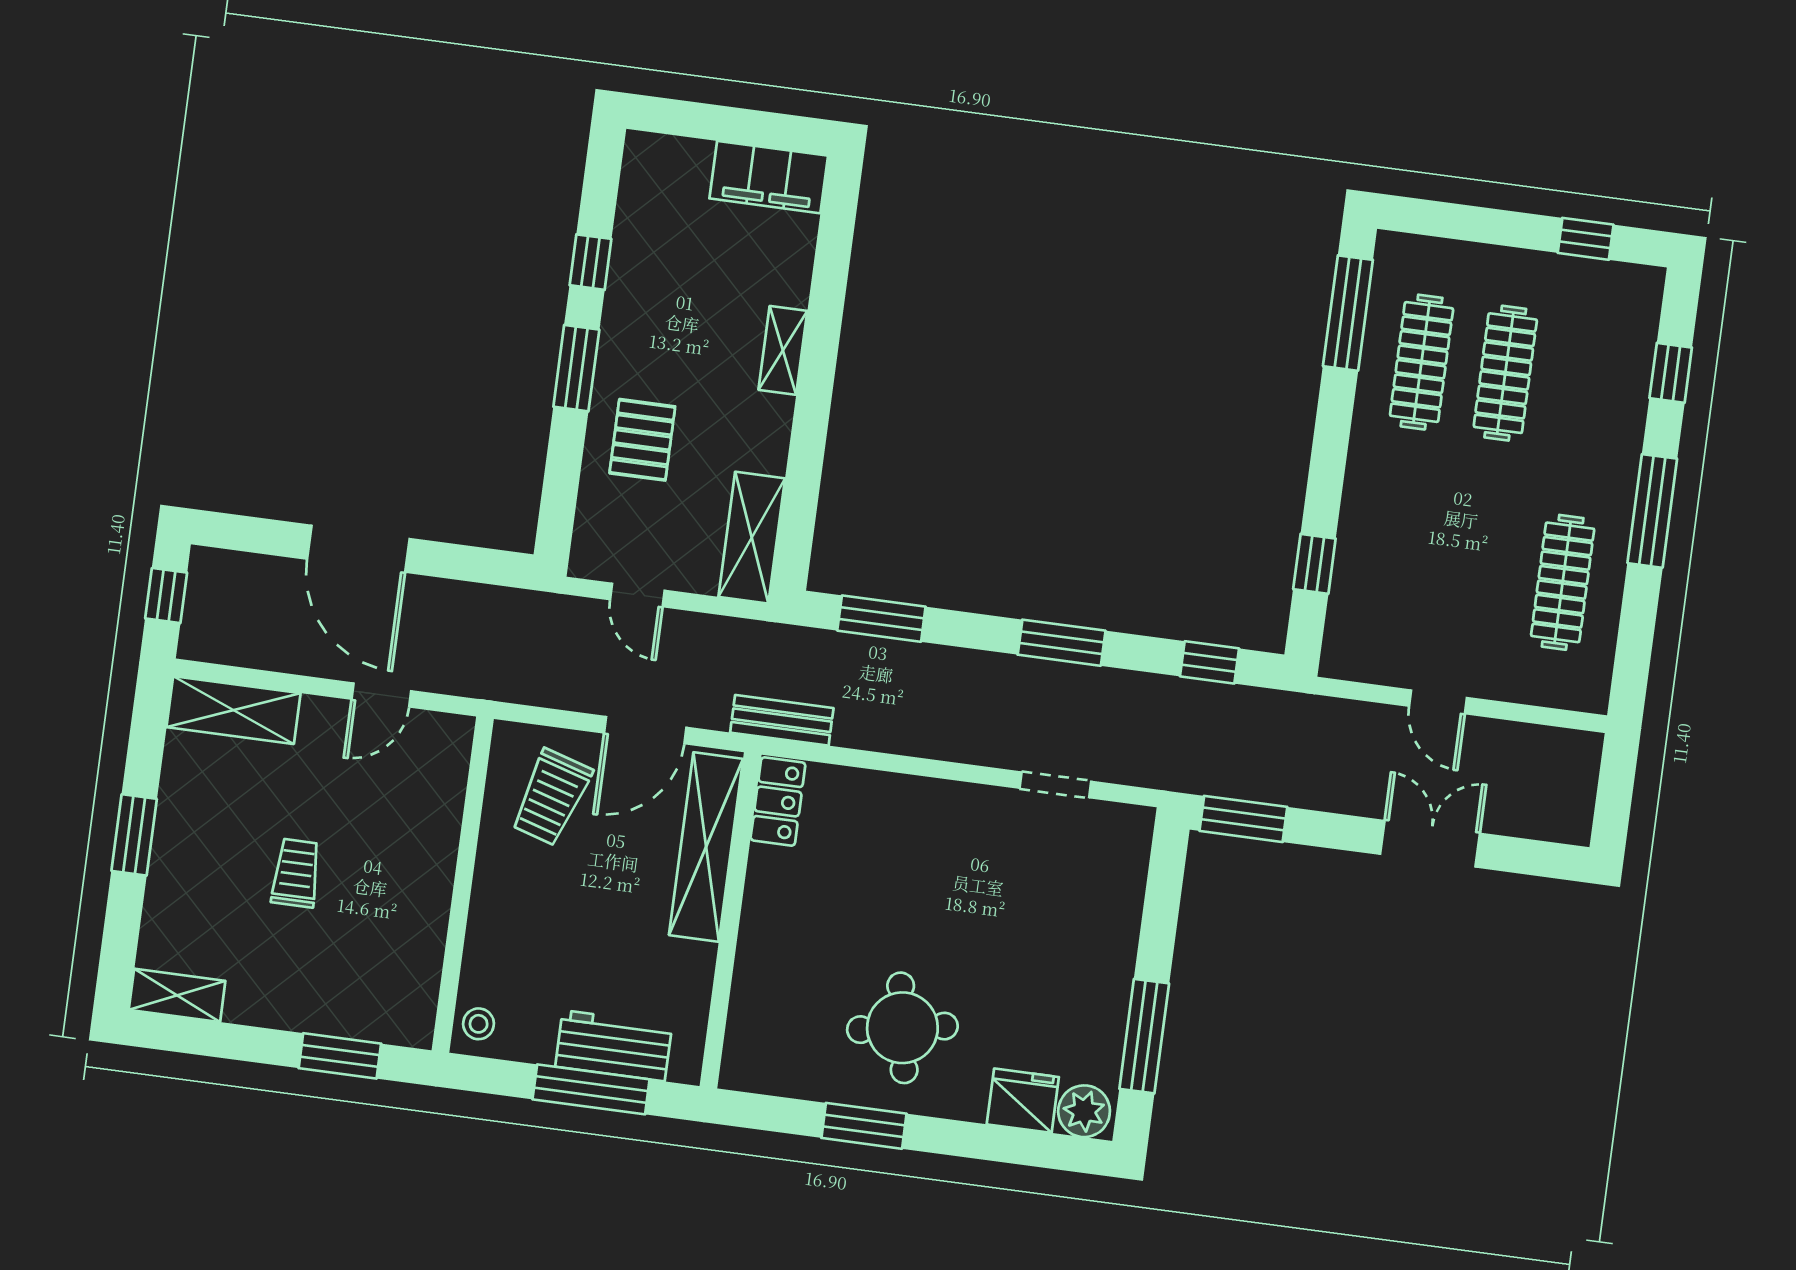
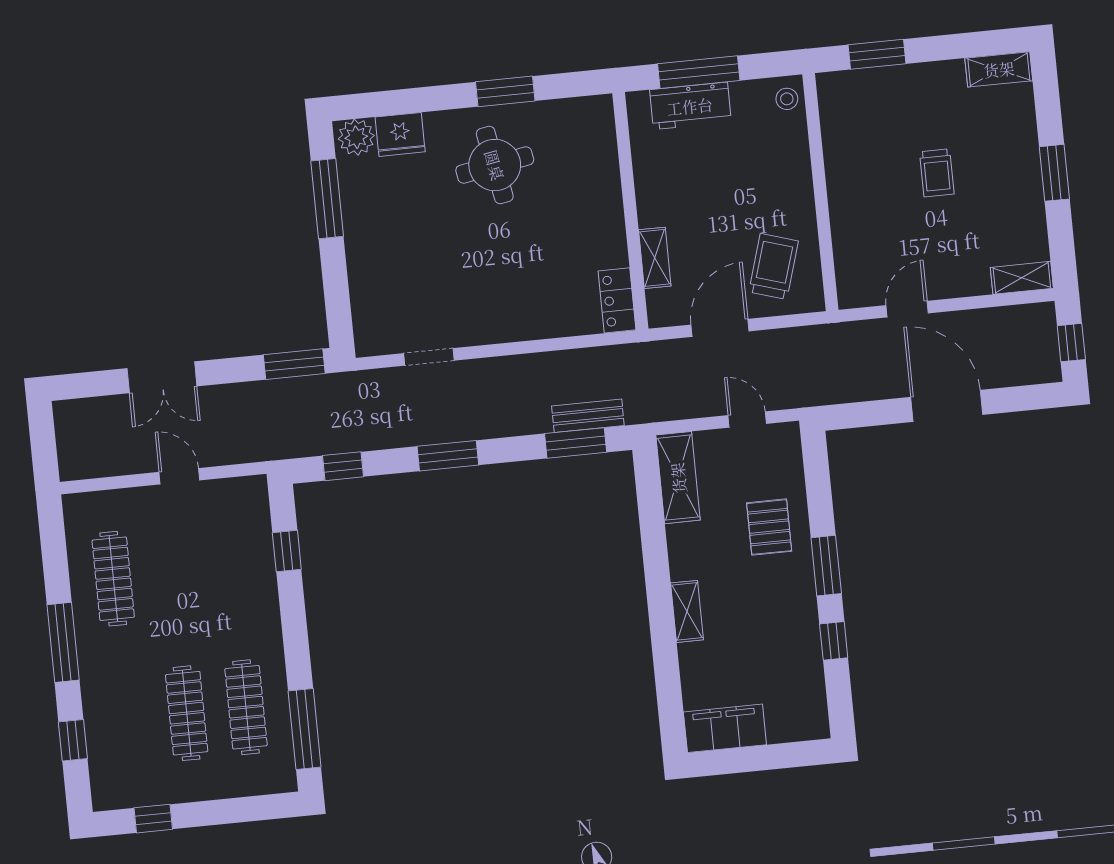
shelving: (233, 710) -> (1022, 278), width x0.67, depth x0.75
bench: (782, 720) -> (588, 416), moved
shelving: (706, 847) -> (655, 258), width x0.45, depth x0.75

